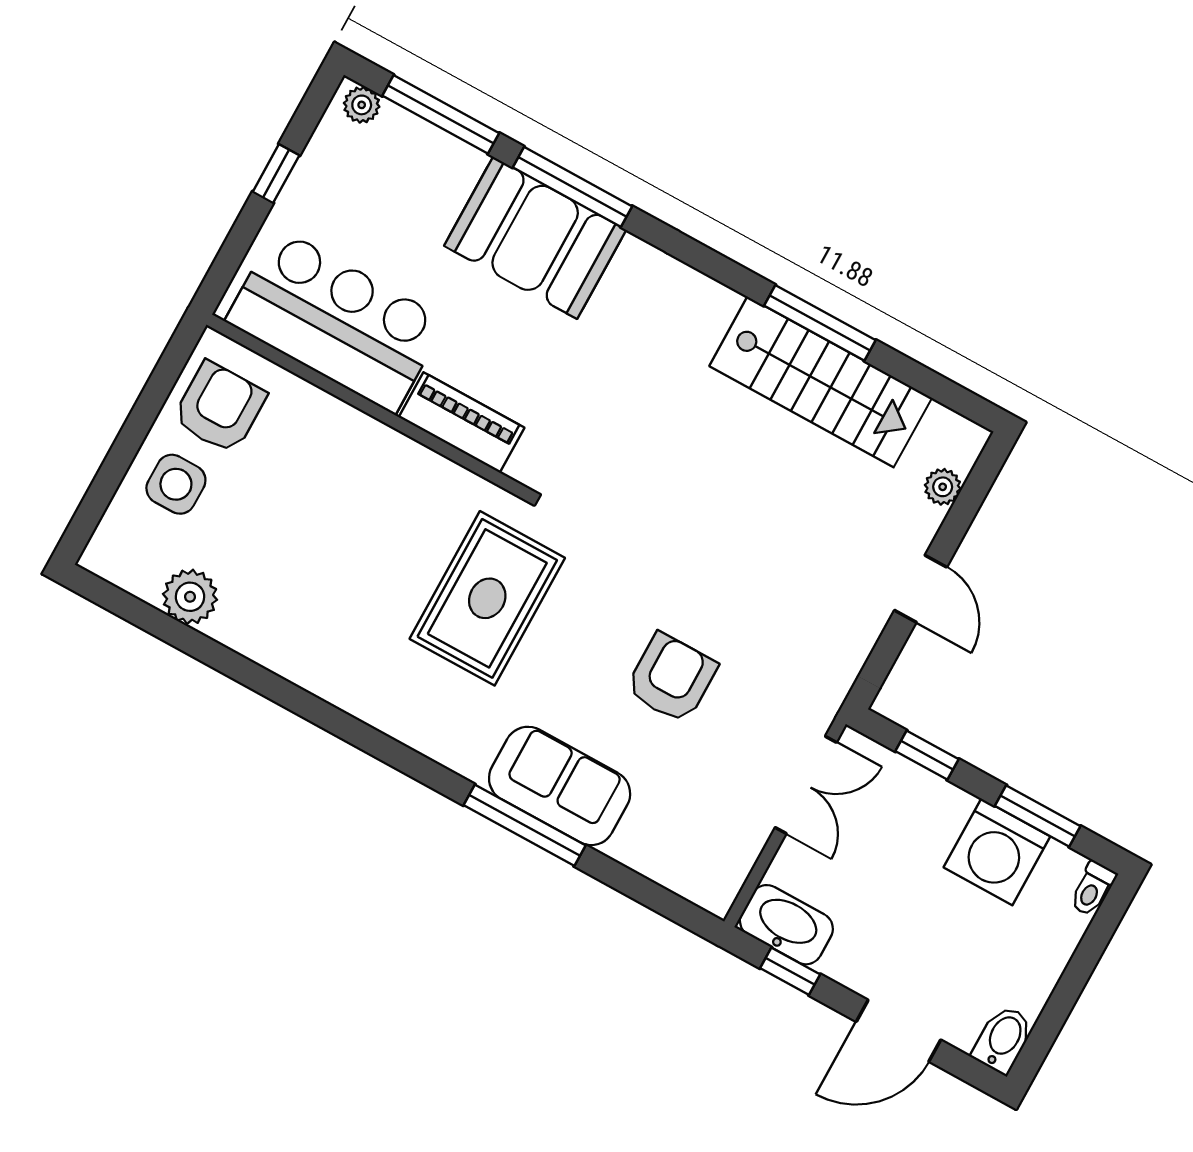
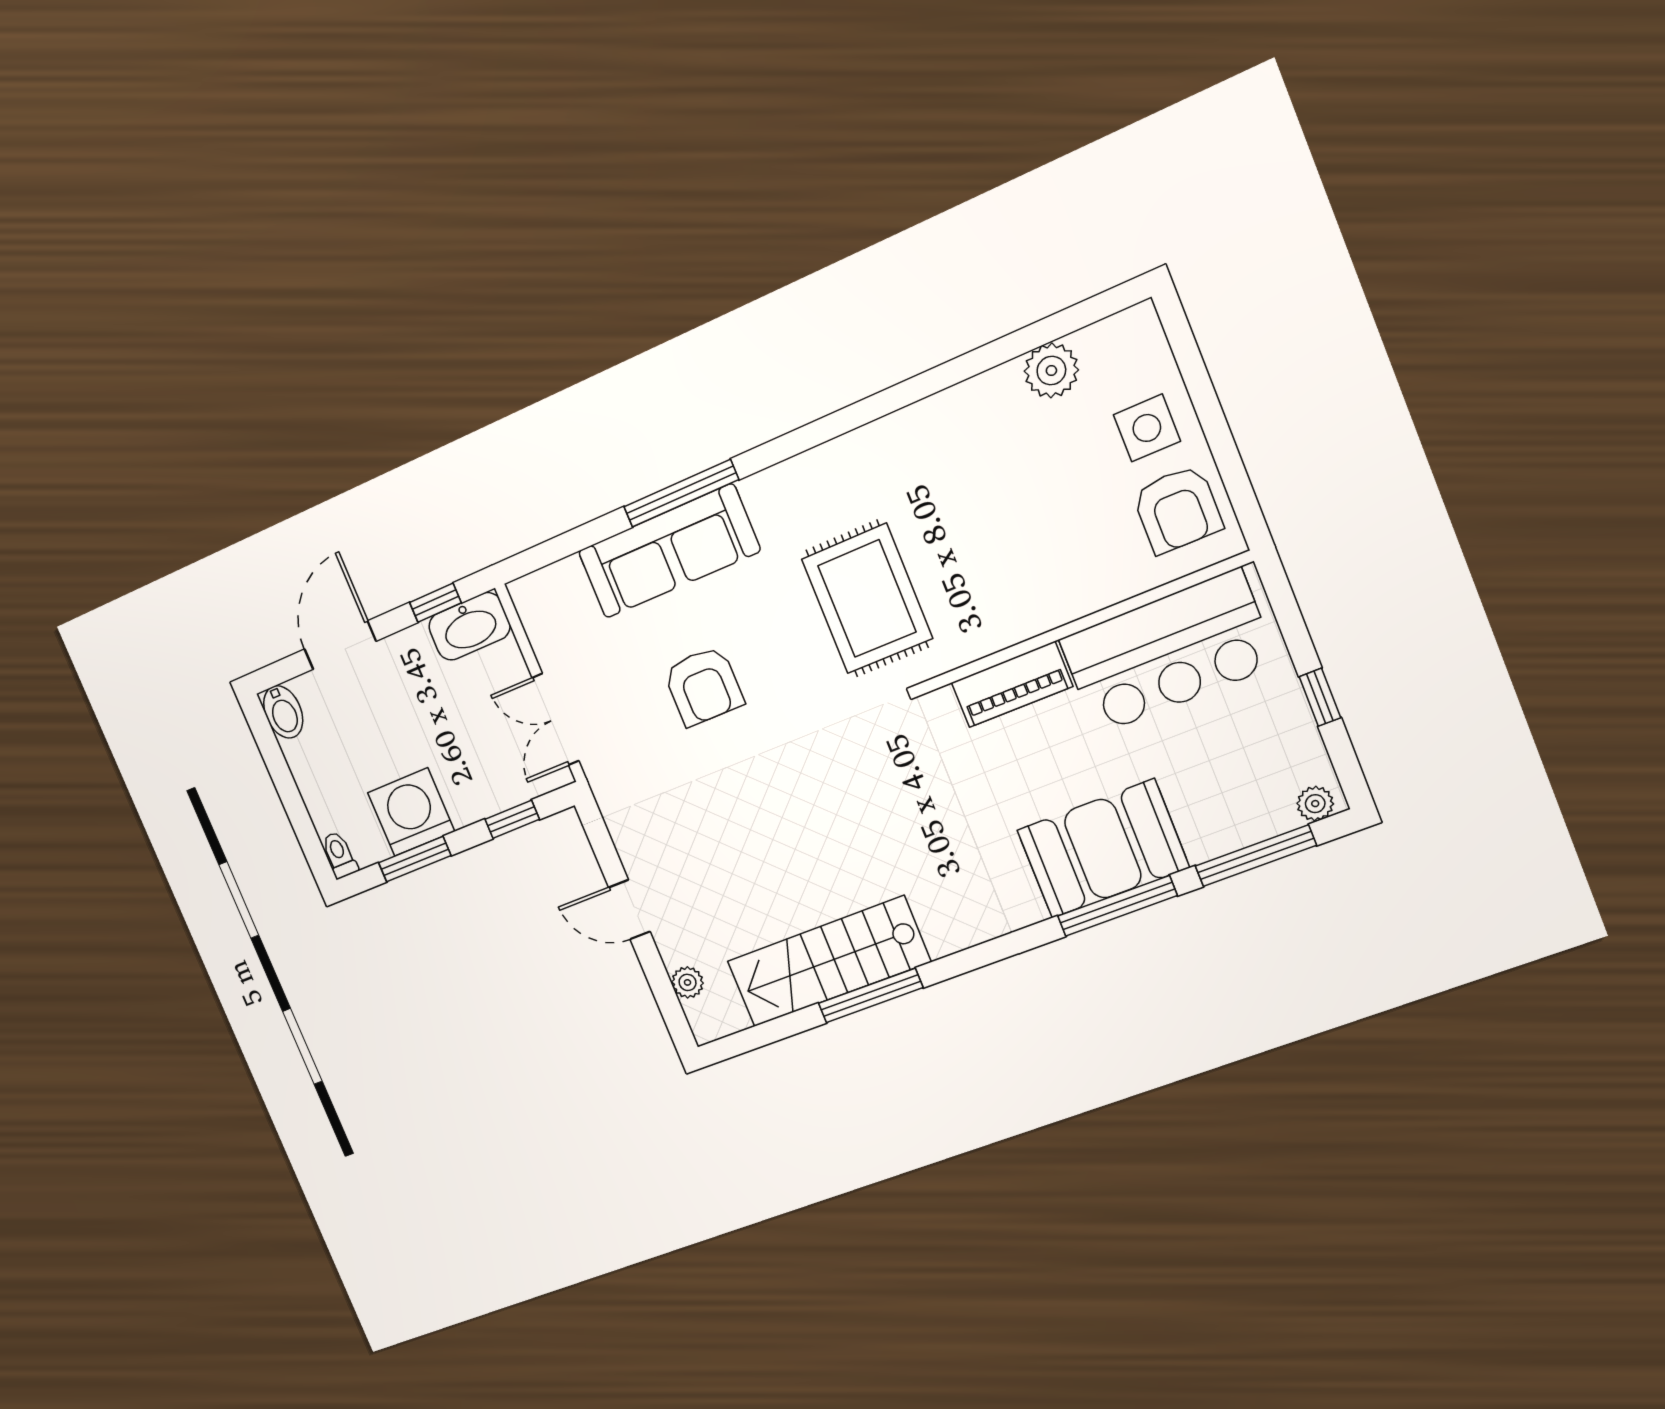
sofa: (560, 786) -> (669, 551), width x1.36

